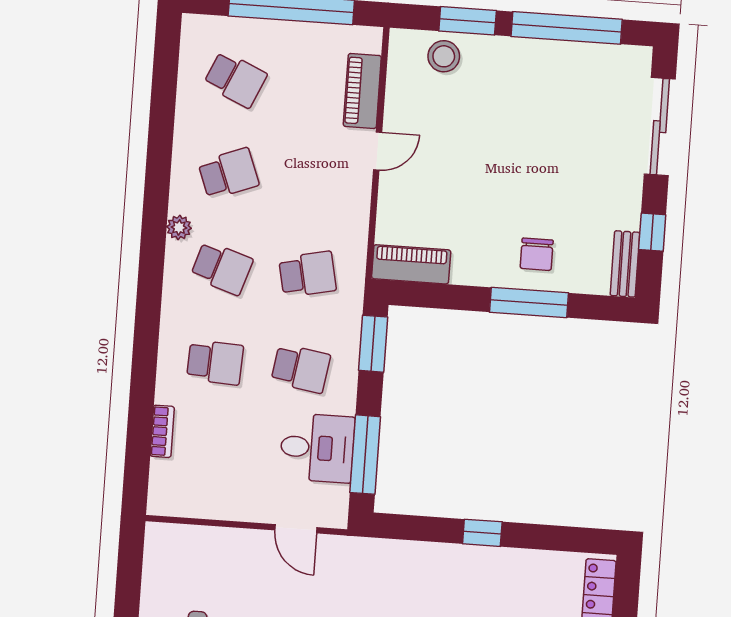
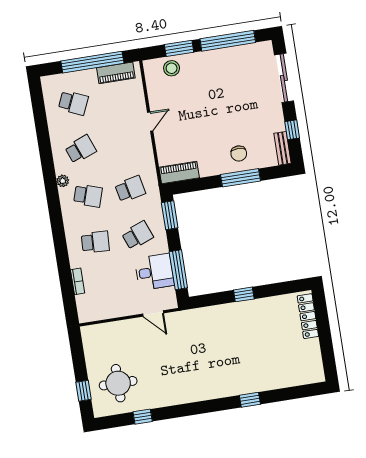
piano: (362, 91) -> (116, 73), moved, turned -90
school desk: (301, 368) -> (137, 235), turned -30

